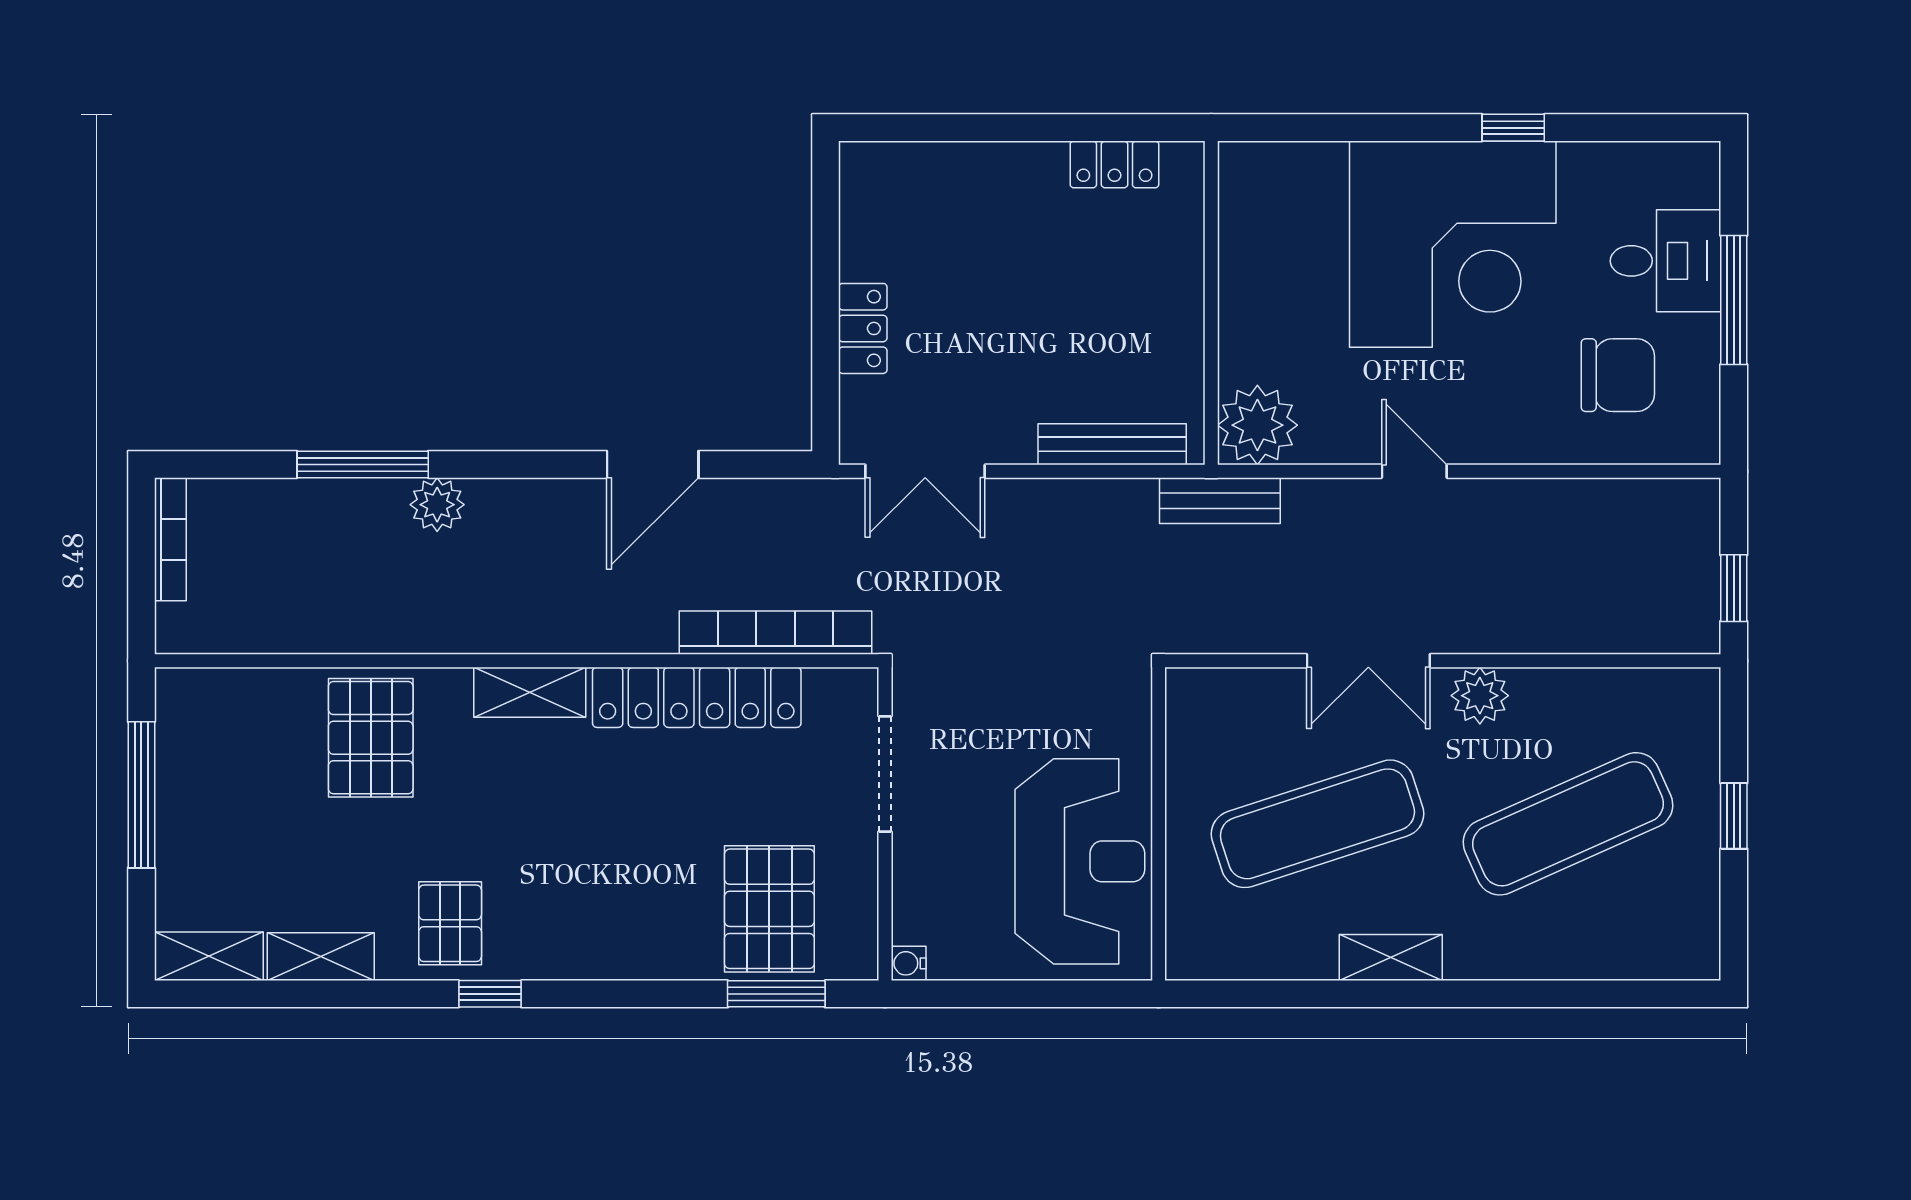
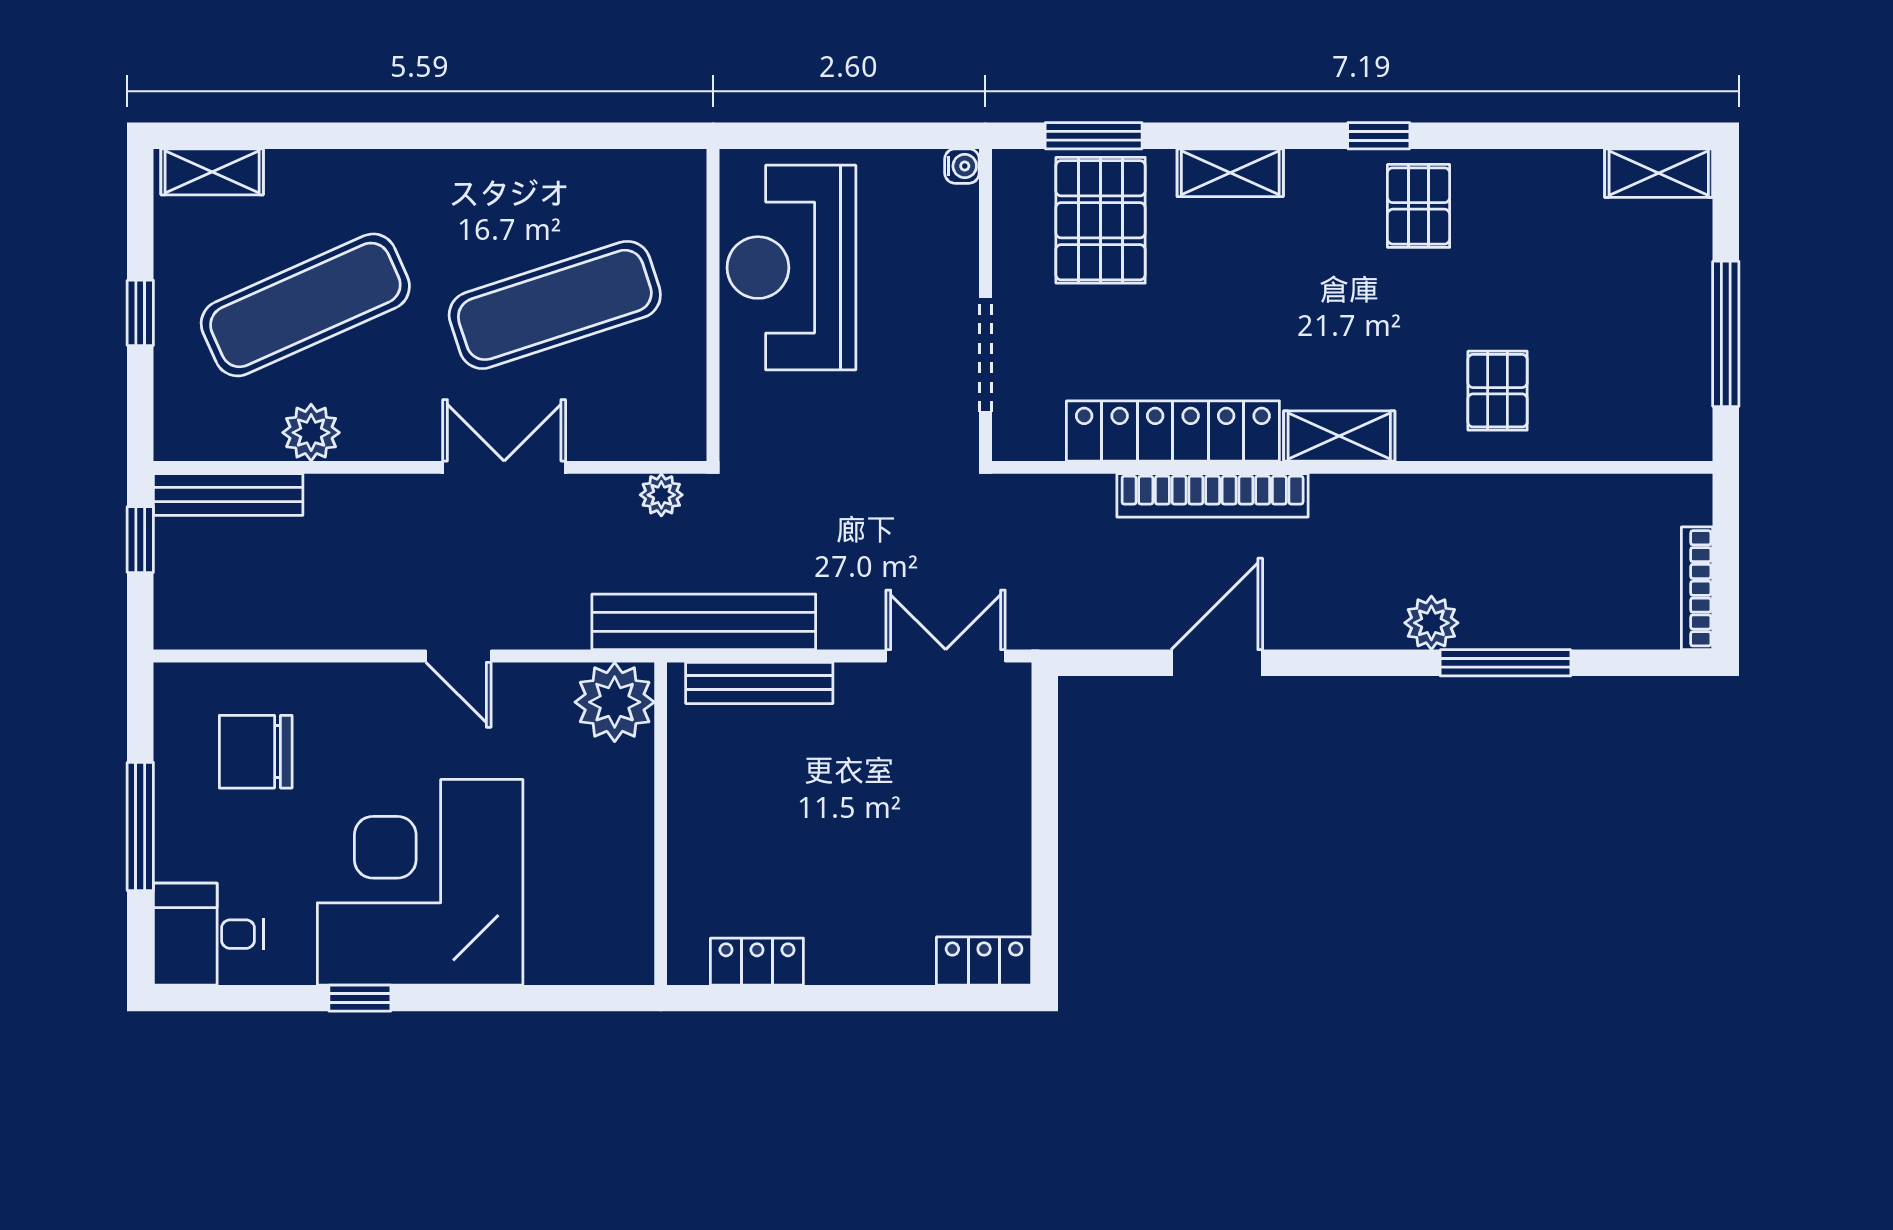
desk: (1665, 261) -> (208, 934), moved
locker: (863, 328) -> (984, 961), moved, turned 90
bench: (1220, 501) -> (704, 622), width x1.86, depth x1.21
bookcase: (775, 633) -> (1213, 495), moved
plant: (1211, 633) -> (661, 495), added
bench: (1646, 633) -> (228, 495), added
plant: (1480, 696) -> (311, 433), moved
pallet: (371, 738) -> (1498, 391), width x0.67, depth x0.71
shelving: (321, 957) -> (1230, 173), moved
shelving: (1391, 958) -> (212, 172), moved

